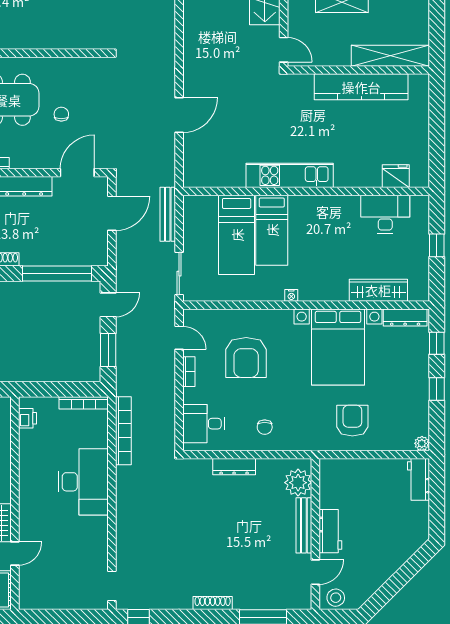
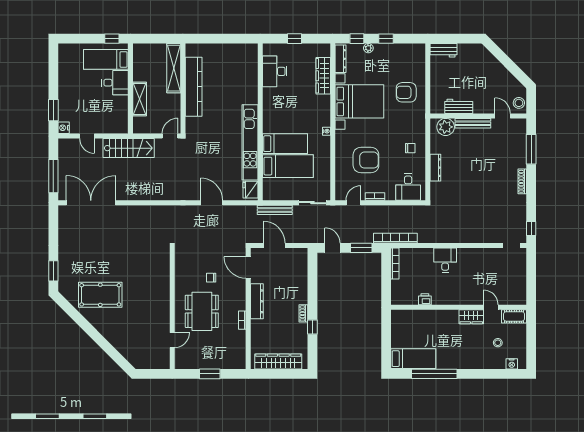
kitchen unit: (290, 175) -> (250, 142), width x1.36
fridge: (396, 176) -> (250, 190), moved
window: (57, 273) -> (312, 280), removed
printer: (27, 418) -> (425, 299), moved
bookcase: (123, 431) -> (395, 238), moved
plant: (422, 443) -> (368, 48), moved
desk: (83, 482) -> (445, 260), width x0.53, depth x0.77
workbench: (330, 531) -> (459, 106), moved

